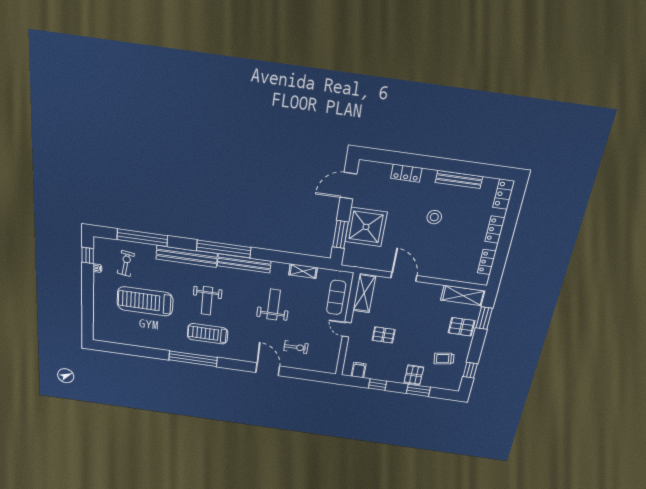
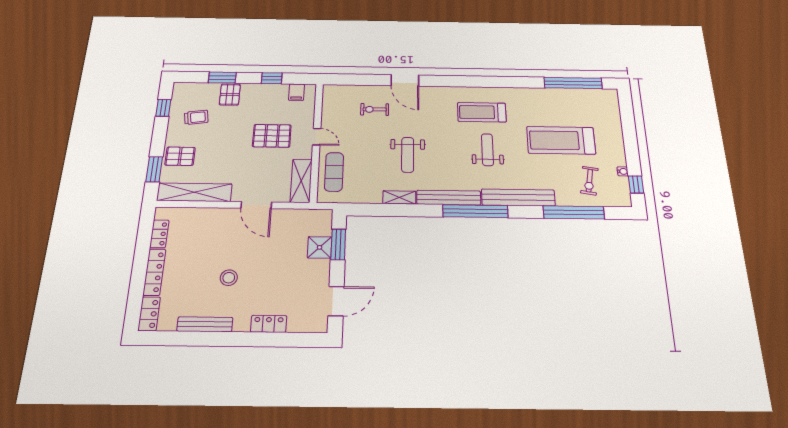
shower: (366, 227) -> (320, 247), width x0.54, depth x0.54
locker: (495, 230) -> (154, 272), width x1.53
shelving: (303, 271) -> (399, 197), moved
shelving: (463, 296) -> (194, 192), width x1.47
treadmill: (145, 301) -> (561, 140), turned 180
treadmill: (208, 334) -> (482, 112), turned 180
pallet: (384, 335) -> (272, 136), width x1.50, depth x1.42
window: (193, 359) -> (573, 83), moved

